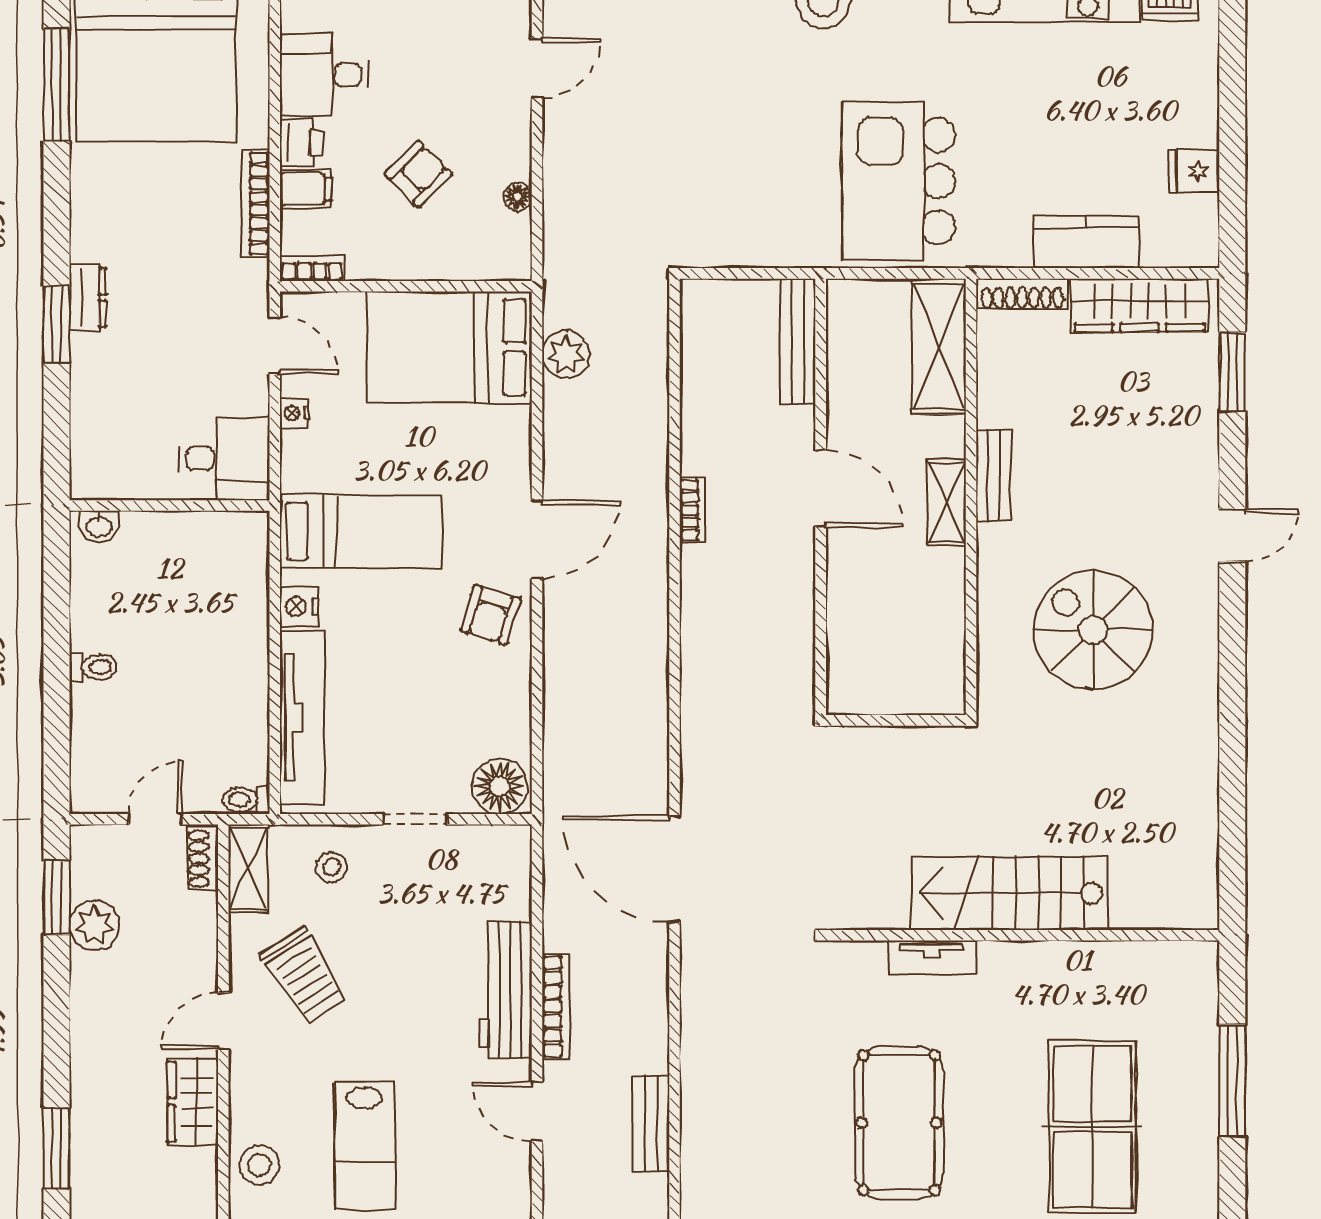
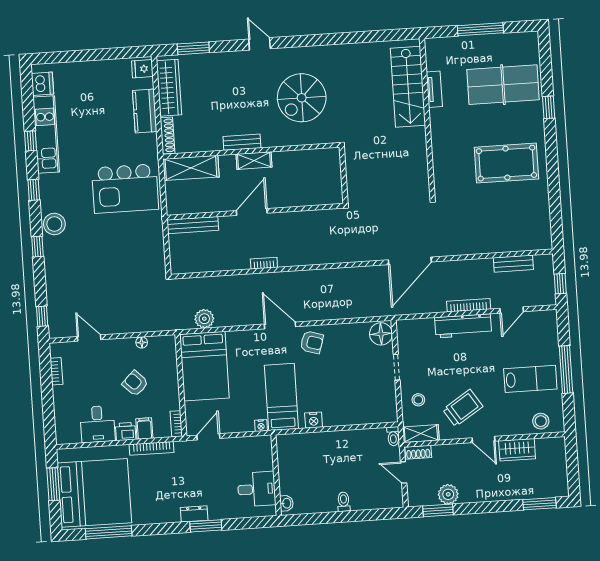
fridge: (1194, 171) -> (142, 69), moved, turned 90
nightstand: (294, 413) -> (261, 425), moved
desk: (224, 458) -> (257, 489), moved, turned 90
tv unit: (302, 718) -> (359, 416), removed
stairs: (1009, 893) -> (408, 87), moved
tv unit: (932, 957) -> (434, 89), moved

